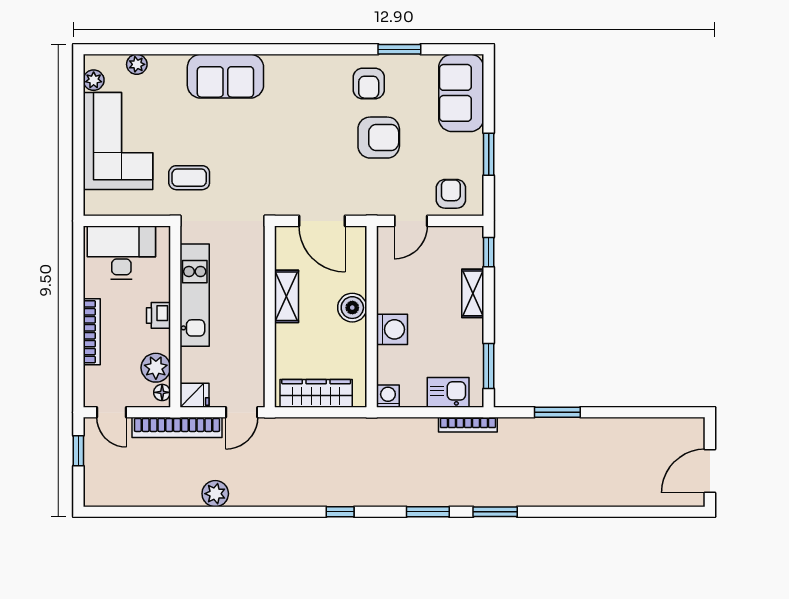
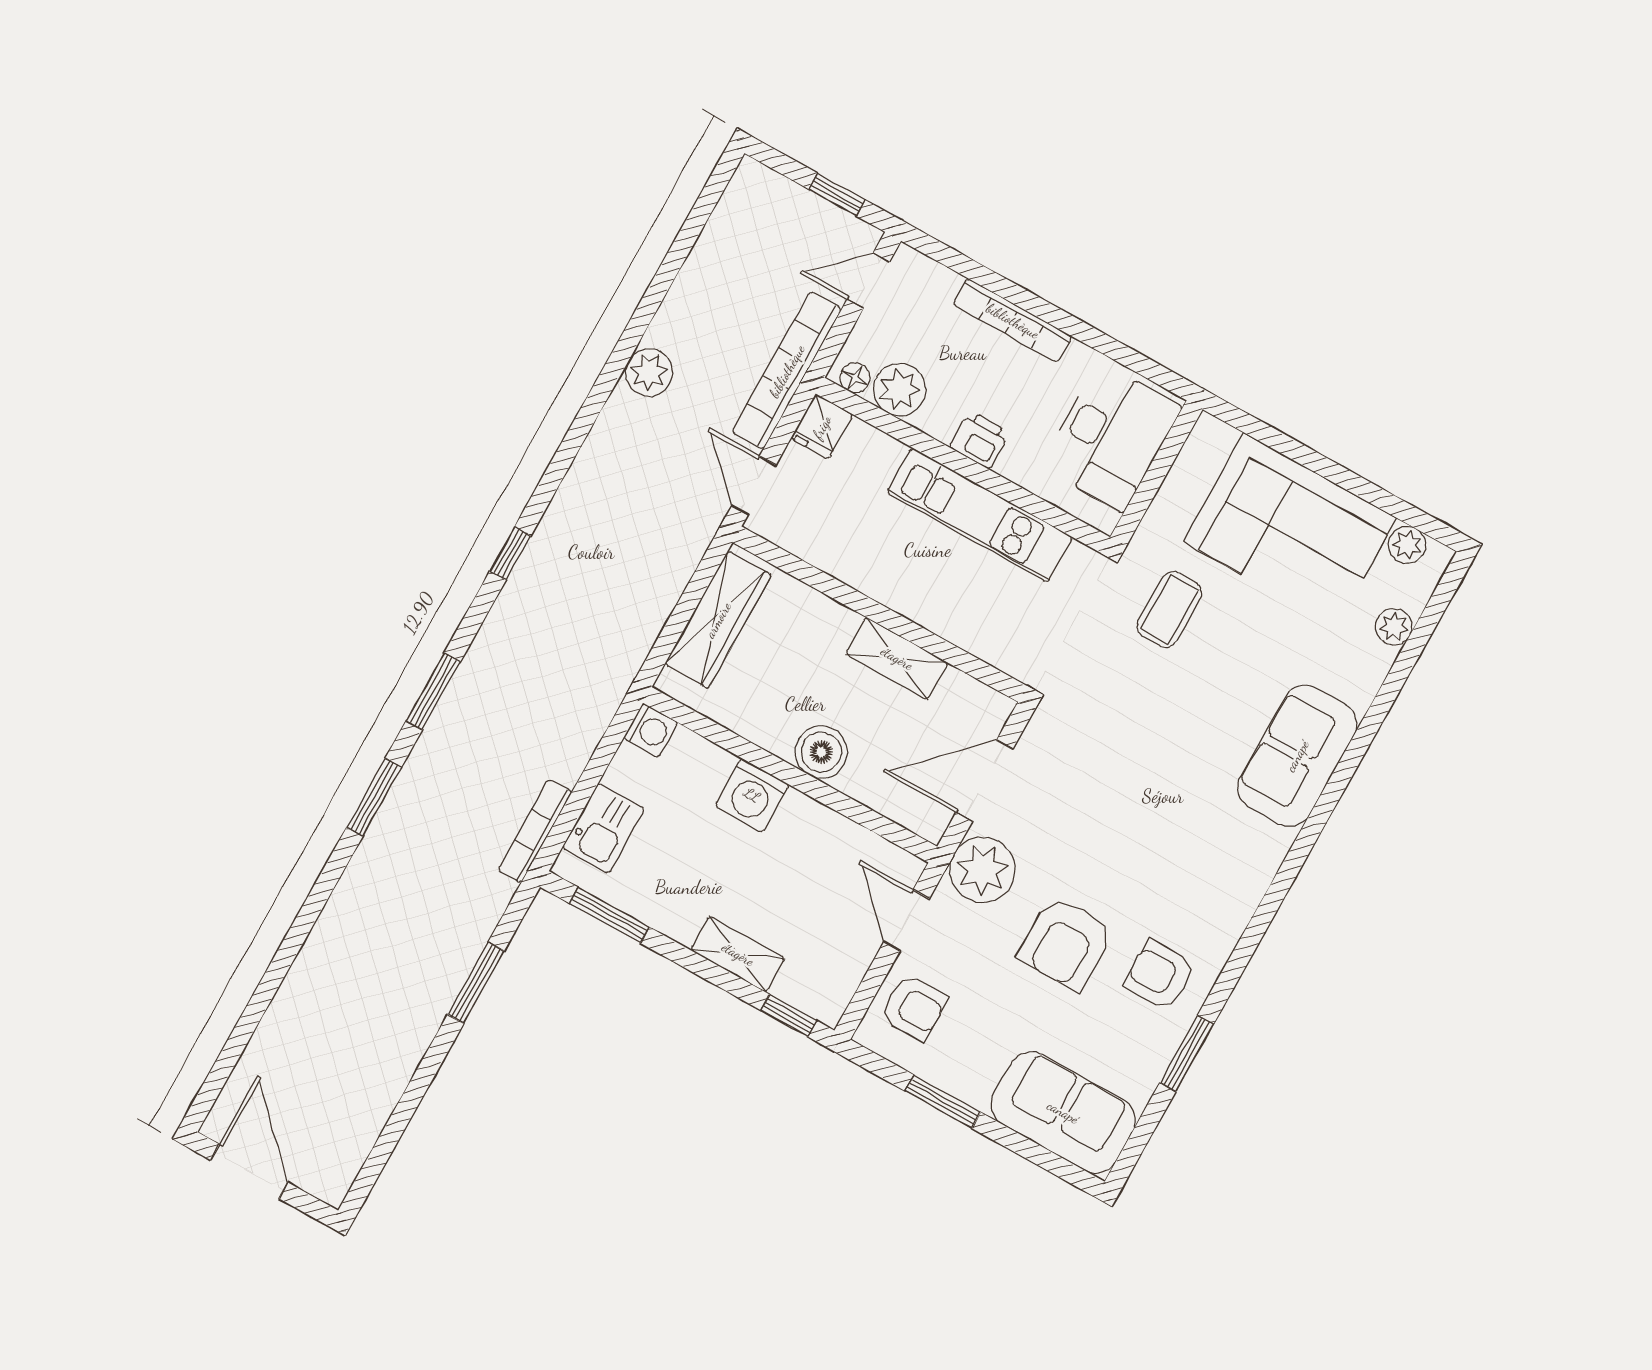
plant: (366, 198) -> (982, 870), added

